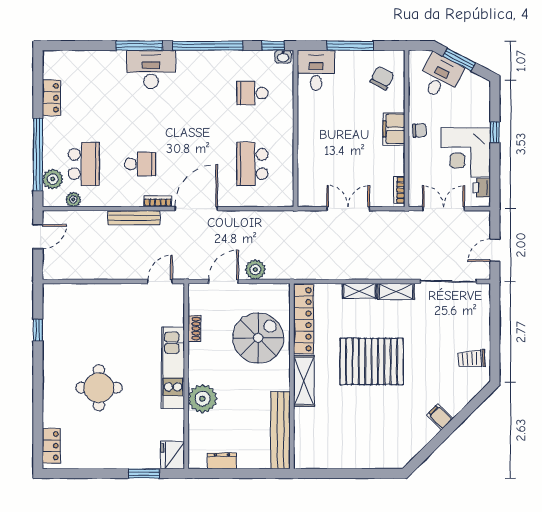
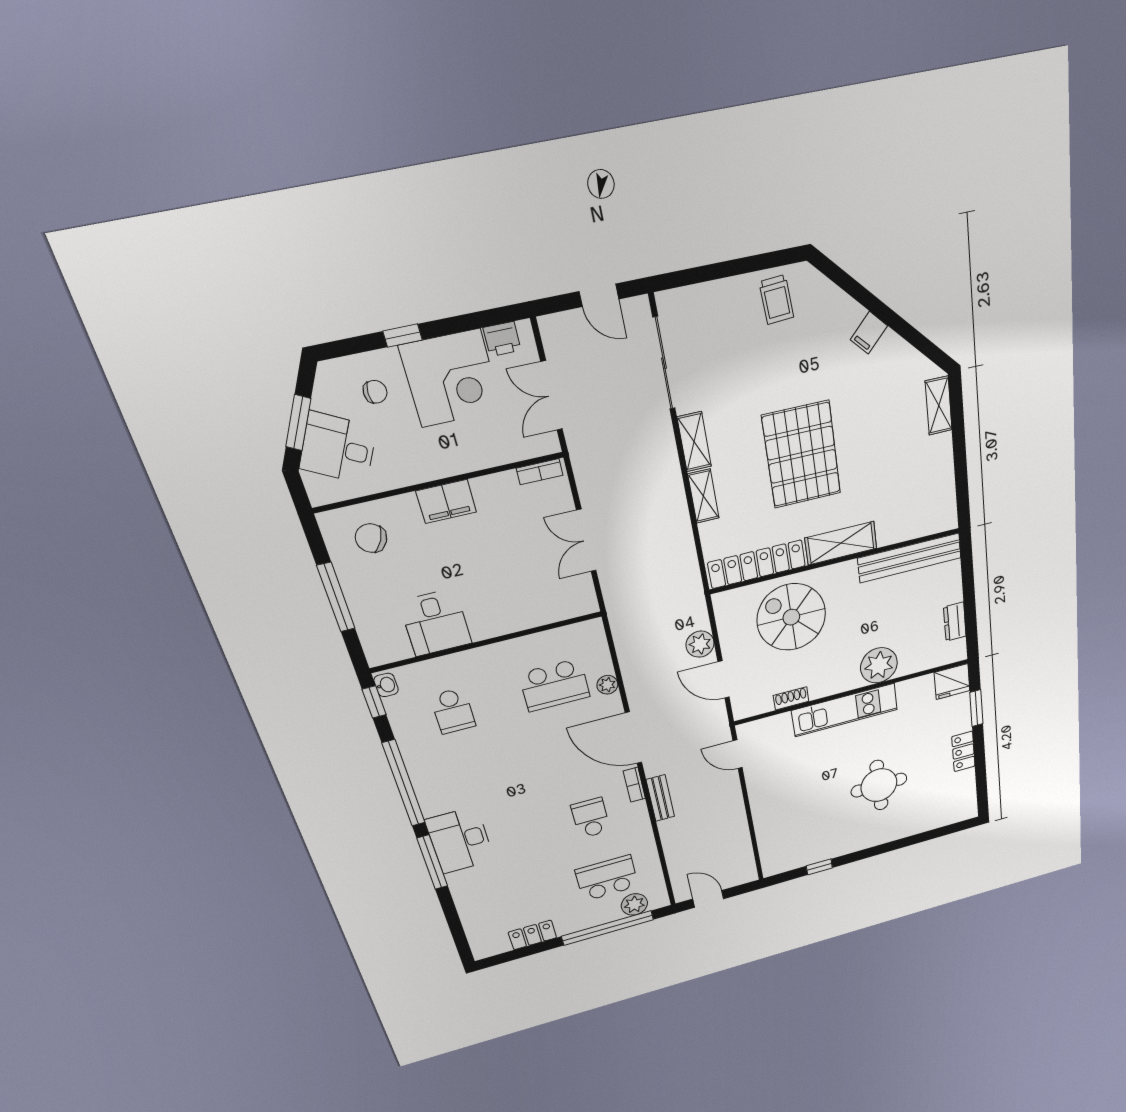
desk: (316, 70) -> (435, 623), moved, turned -90
chair: (420, 130) -> (375, 392), moved, turned 93
plant: (73, 199) -> (607, 685), moved
bench: (134, 218) -> (660, 798), width x0.73
locker: (51, 446) -> (963, 751), moved, turned -90
shelving: (383, 461) -> (939, 406), added

